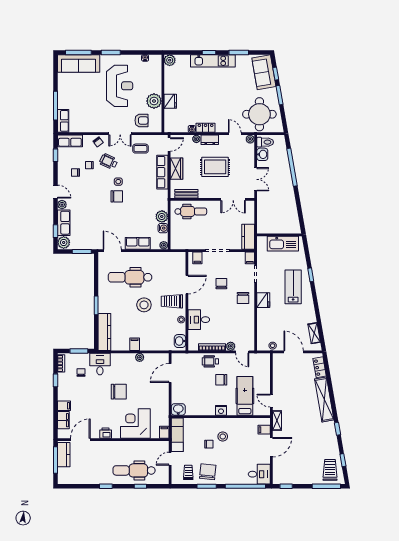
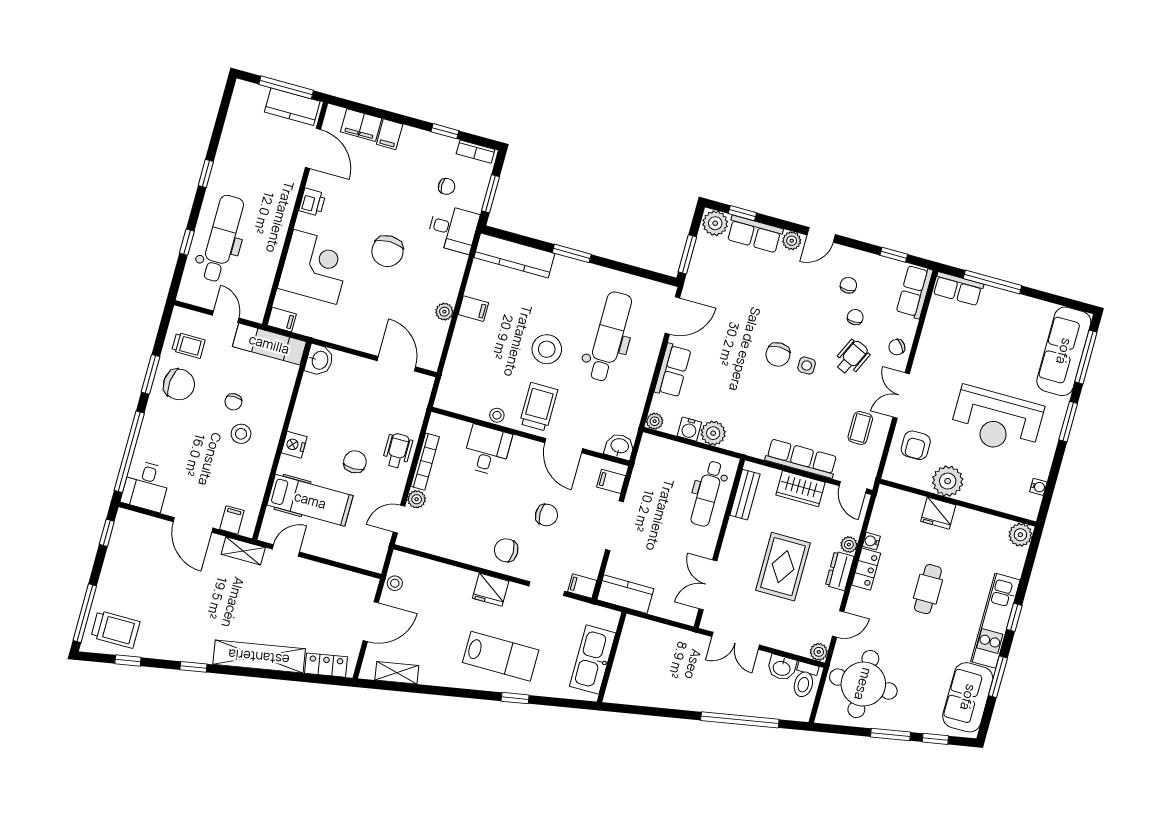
sofa: (264, 72) -> (968, 697), moved, turned -80
cafe table: (207, 96) -> (928, 589), added
washbasin: (180, 341) -> (620, 446), moved

